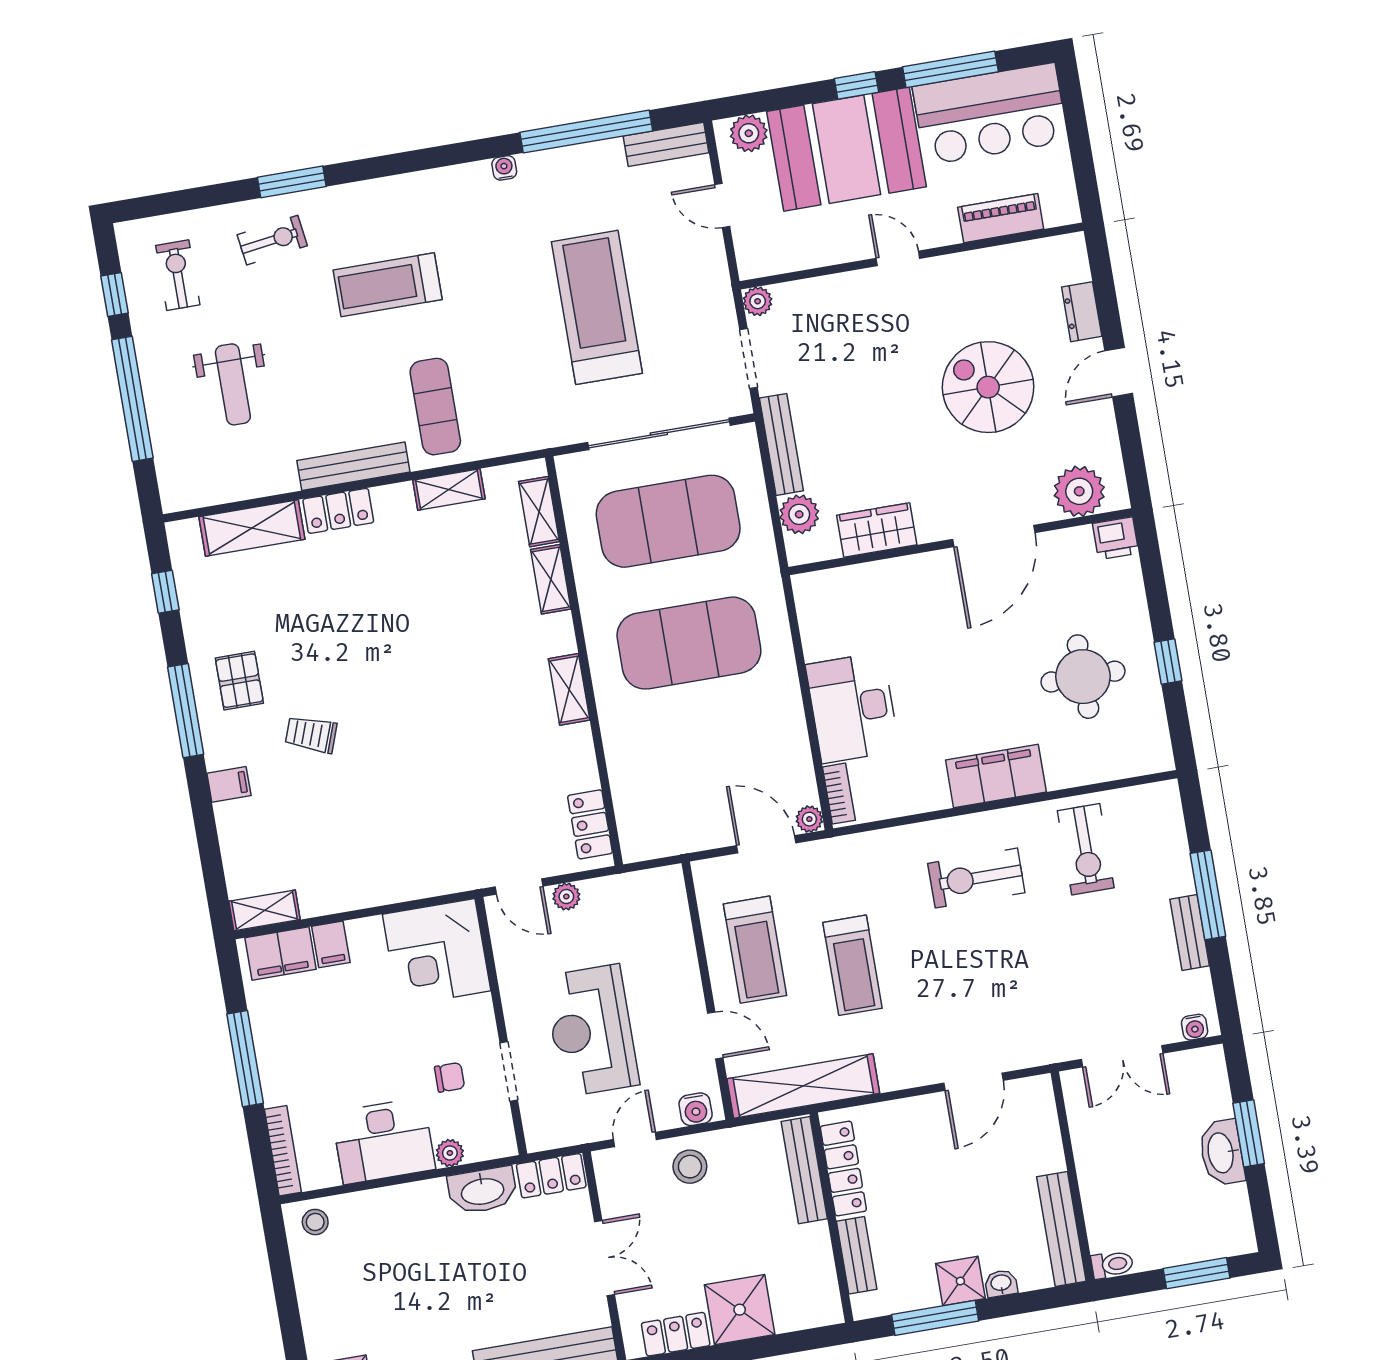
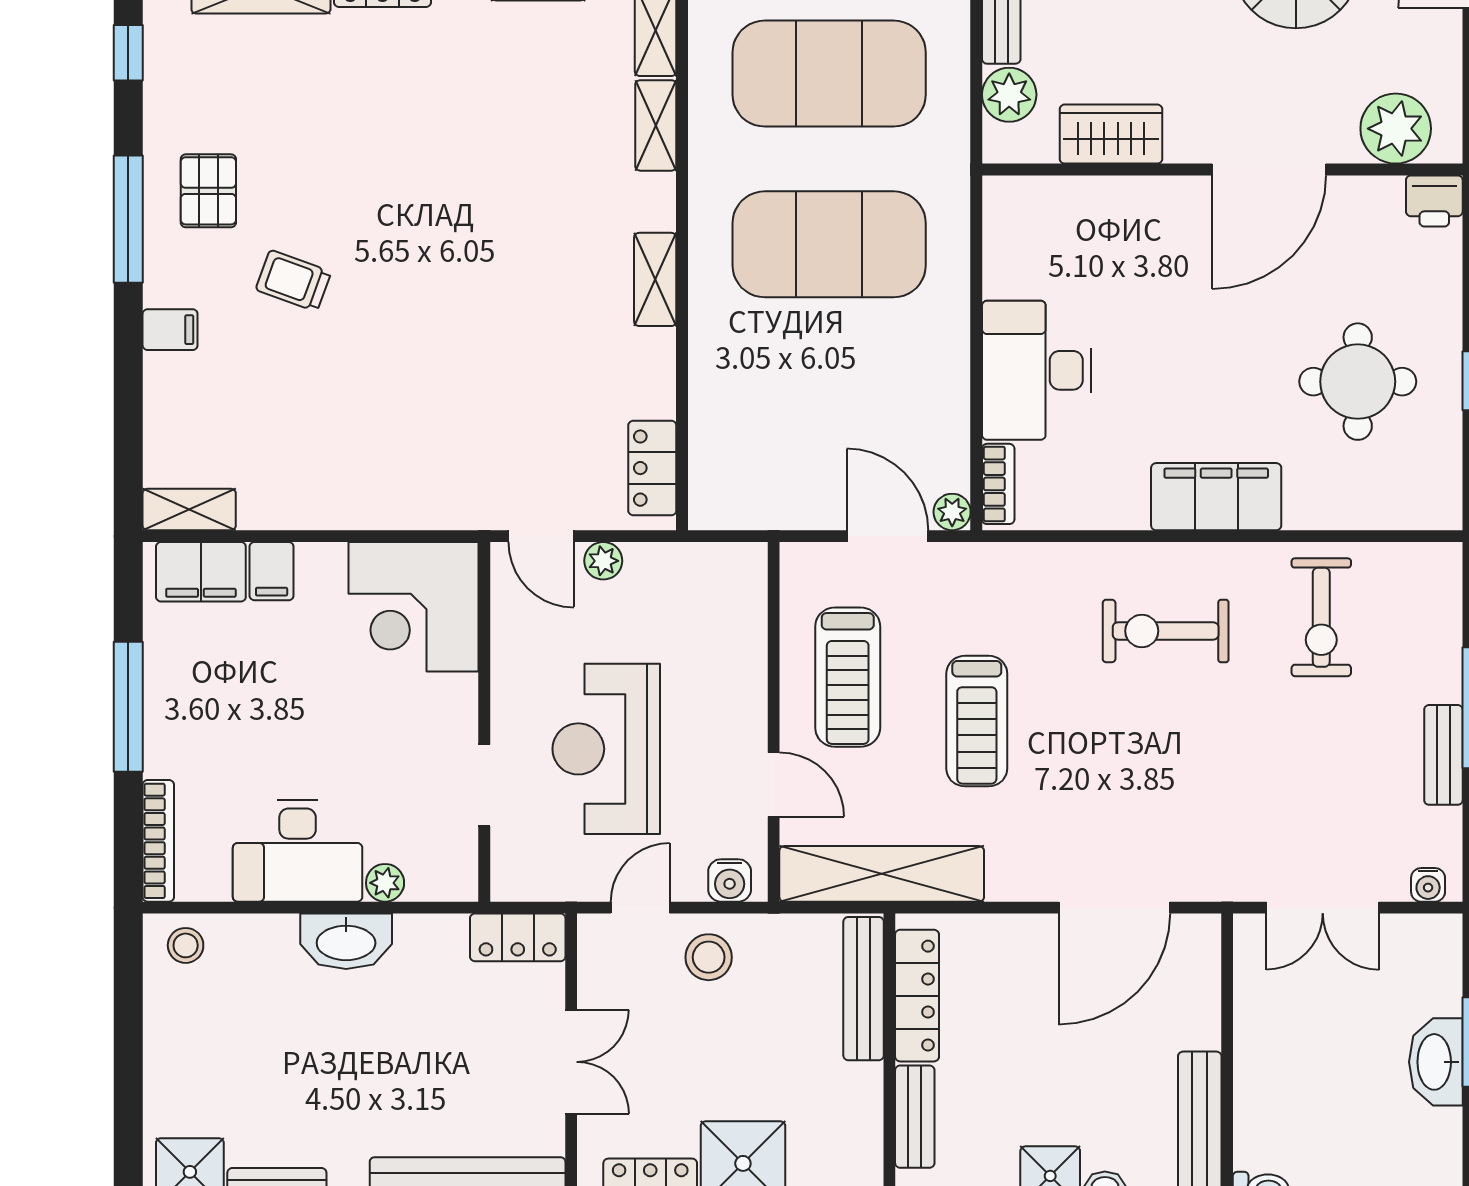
chair: (450, 1077) -> (402, 780), removed
door: (973, 1082) -> (1114, 908), width x1.36
washbasin: (482, 1190) -> (346, 941), moved

